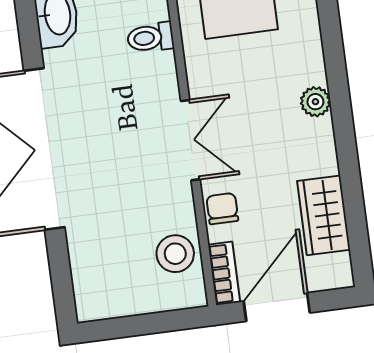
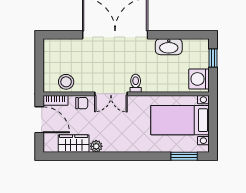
toilet: (150, 38) -> (136, 83), moved
plant: (315, 102) -> (96, 146), moved

